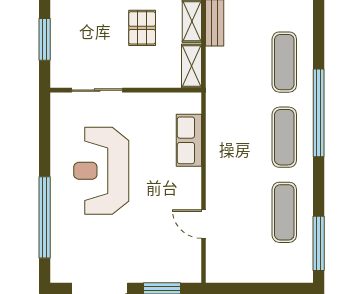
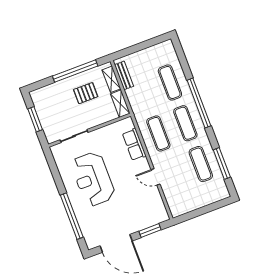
pallet: (142, 28) -> (86, 93), turned 90
exercise mat: (235, 137) -> (158, 133), added
door: (204, 224) -> (155, 177), moved
window: (319, 243) -> (222, 163), moved

